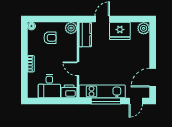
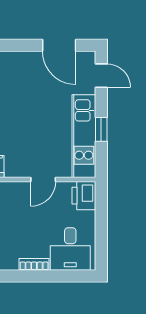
desk: (49, 86) -> (70, 249), moved, turned 90
window: (106, 101) -> (101, 129), width x0.46

